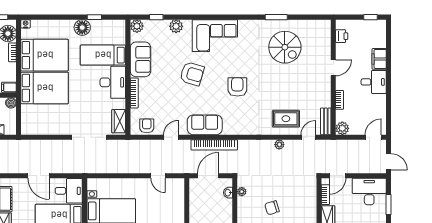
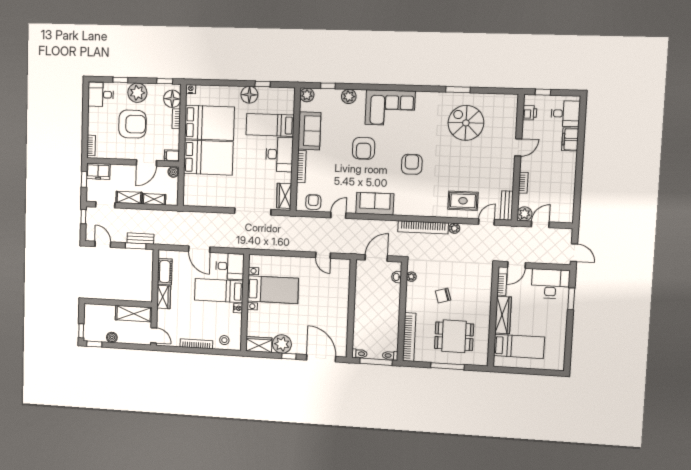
window: (371, 17) -> (543, 92), moved
spiral stairs: (285, 47) -> (466, 123), turned 180
armchair: (192, 74) -> (364, 148), turned 74
desk: (374, 82) -> (566, 114), moved
door: (373, 137) -> (540, 224), moved
bookcase: (214, 145) -> (423, 227), moved

